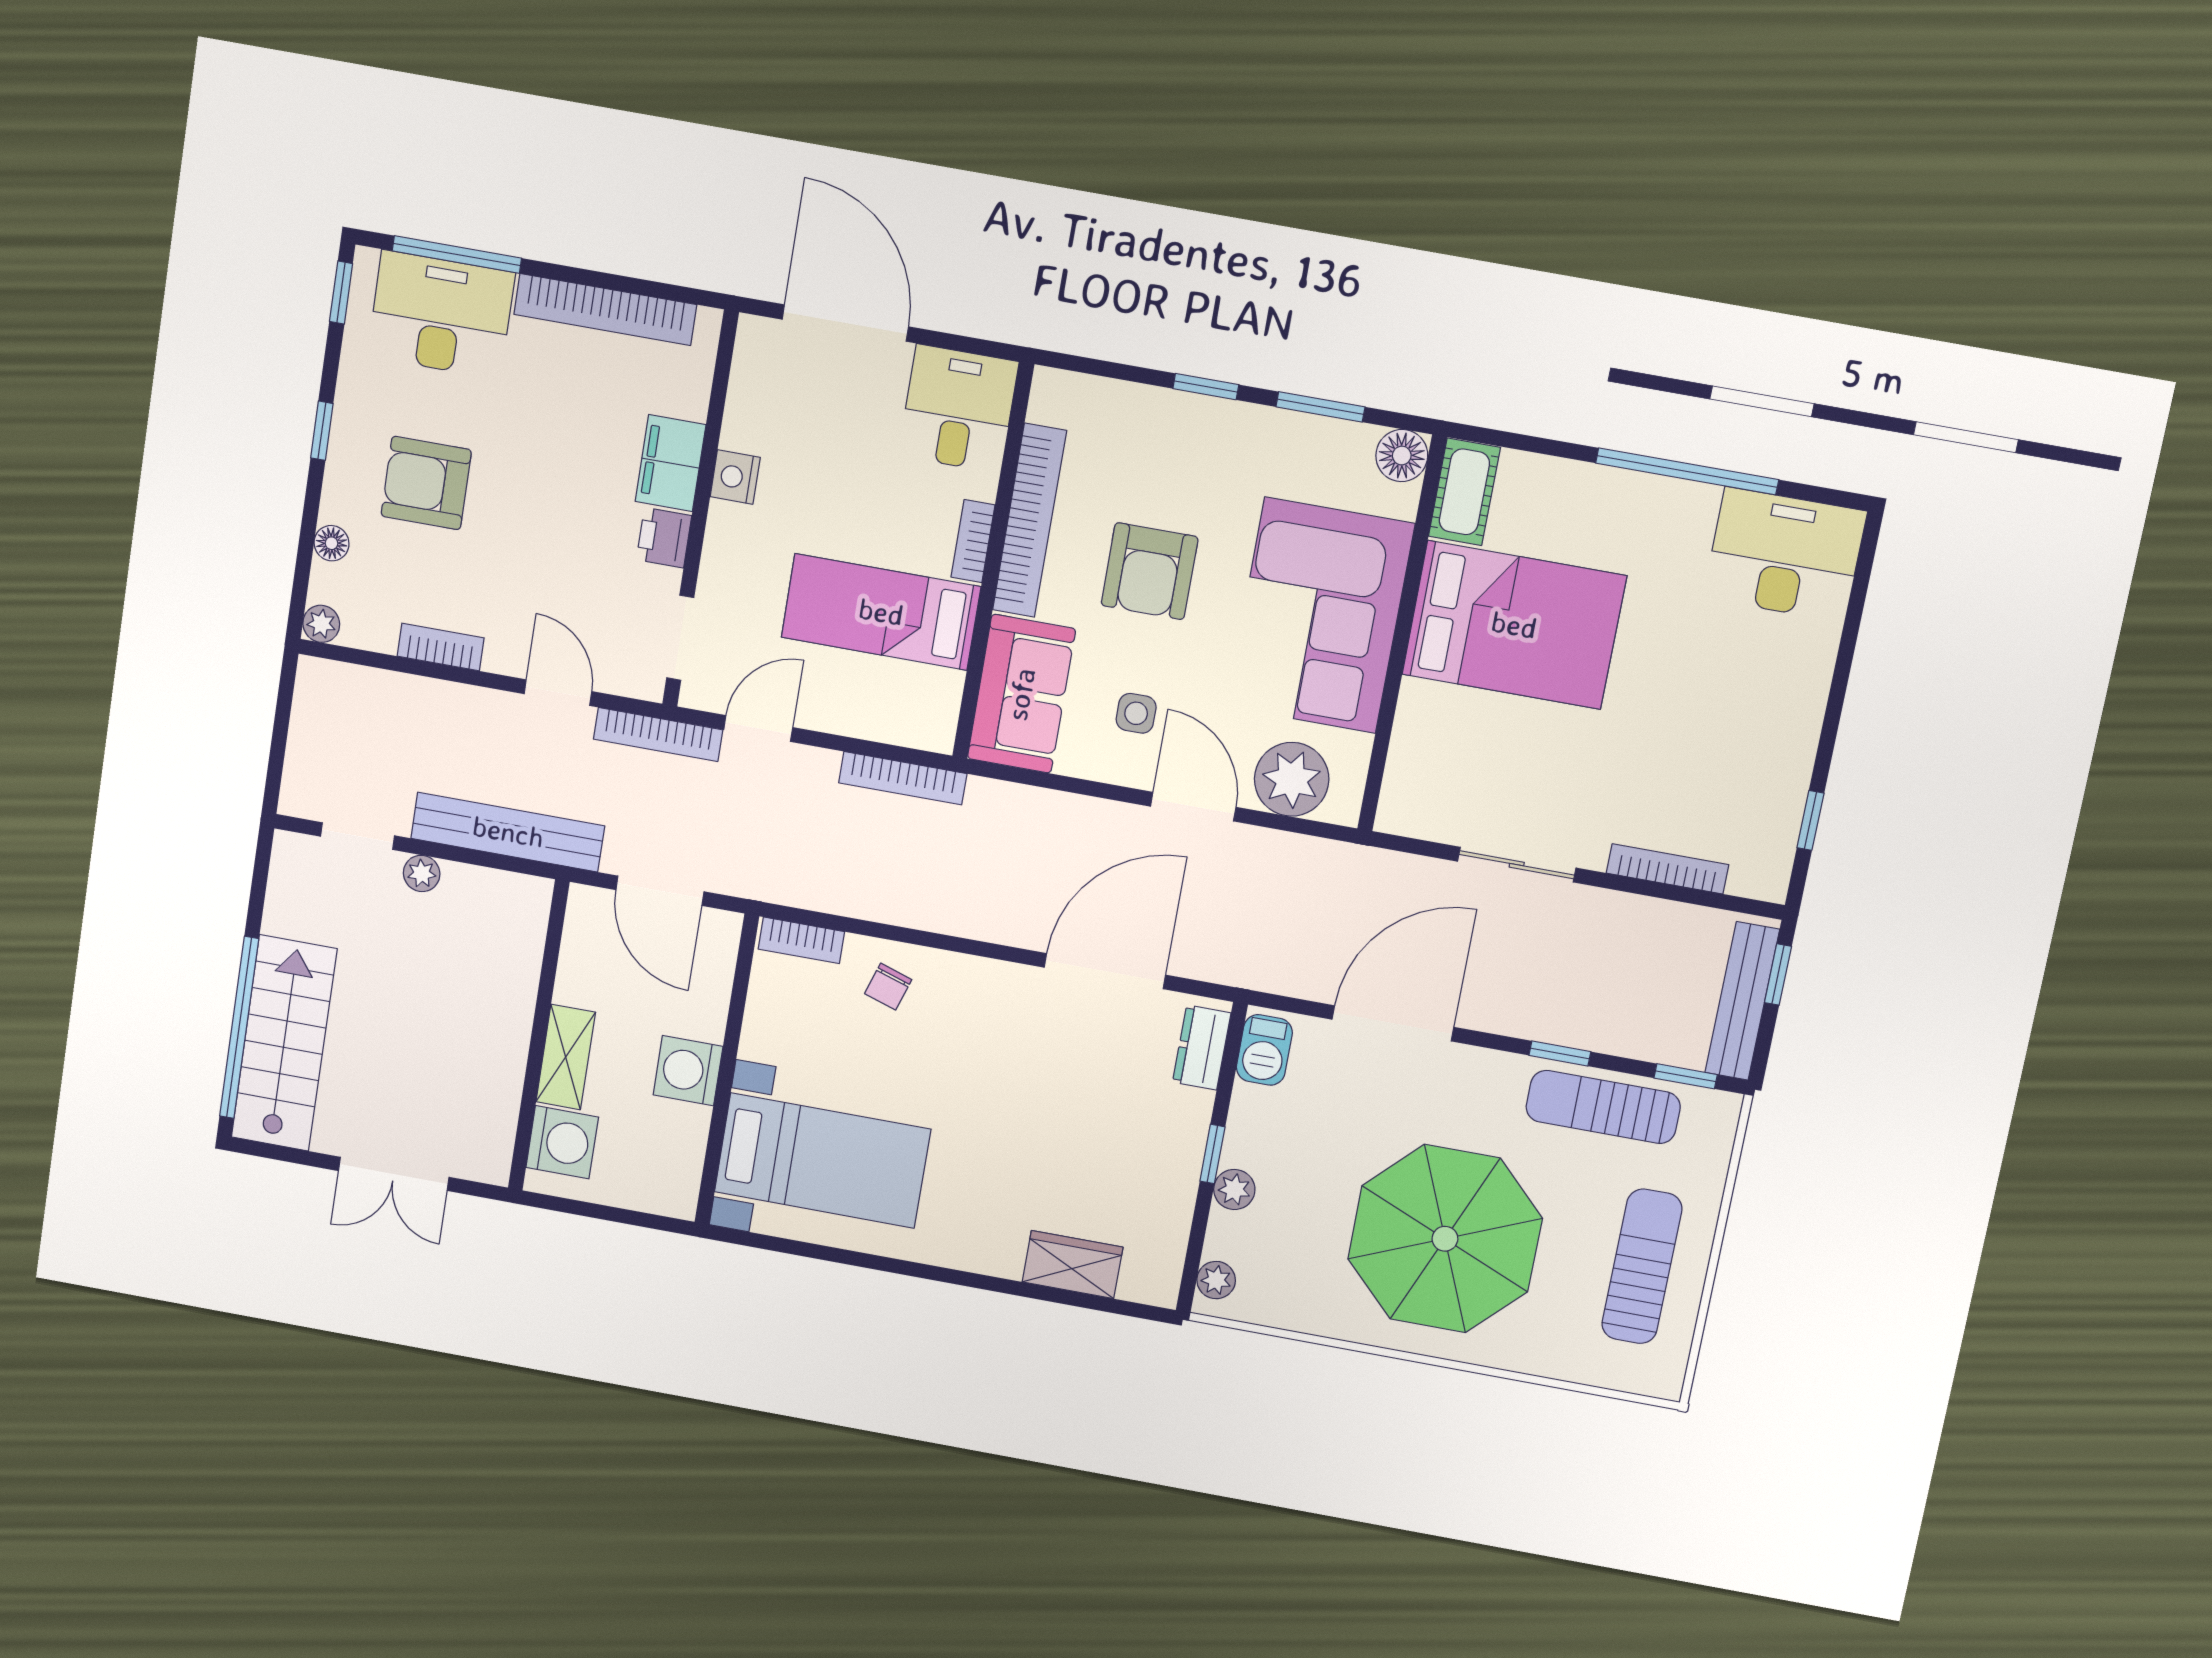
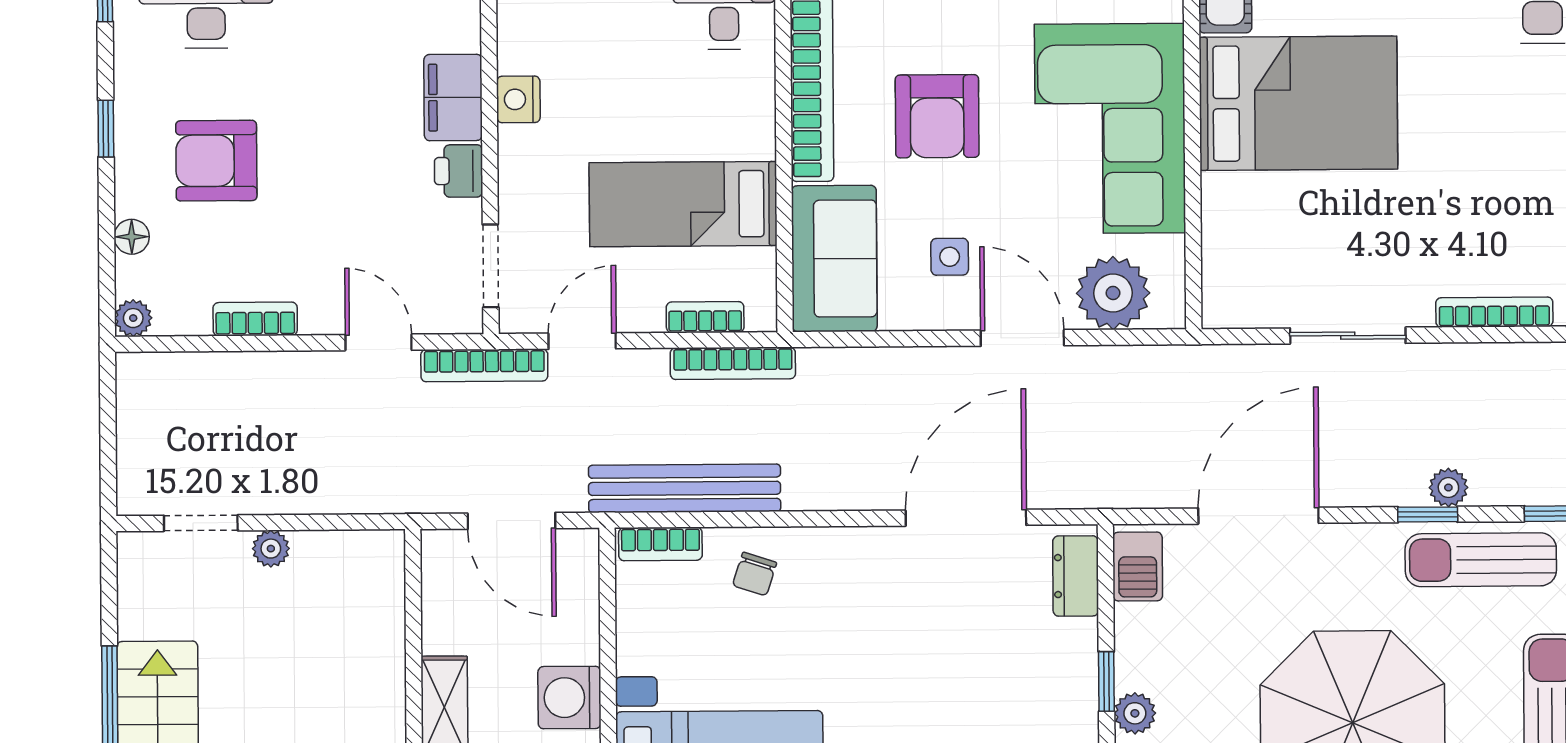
bookcase: (973, 541) -> (705, 317), moved, turned 90
bench: (508, 832) -> (685, 488), moved
plant: (1586, 1031) -> (1448, 488), added

